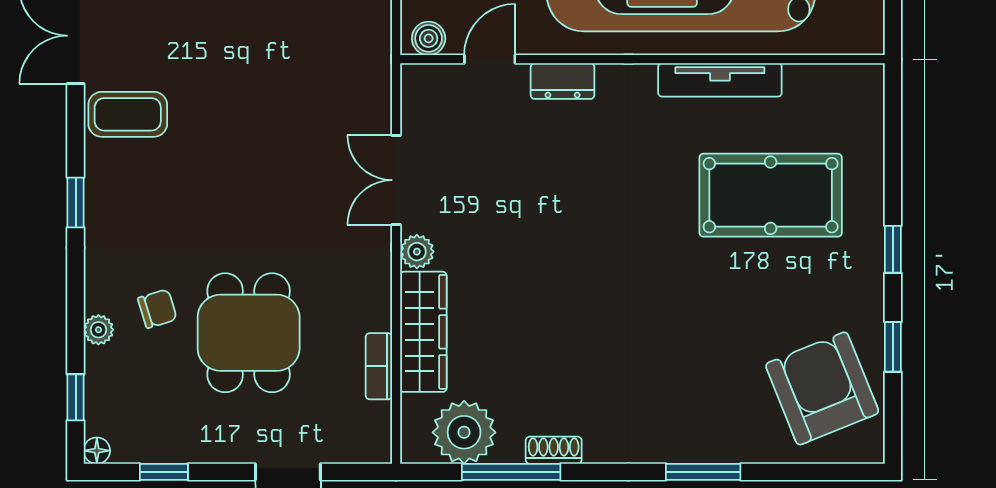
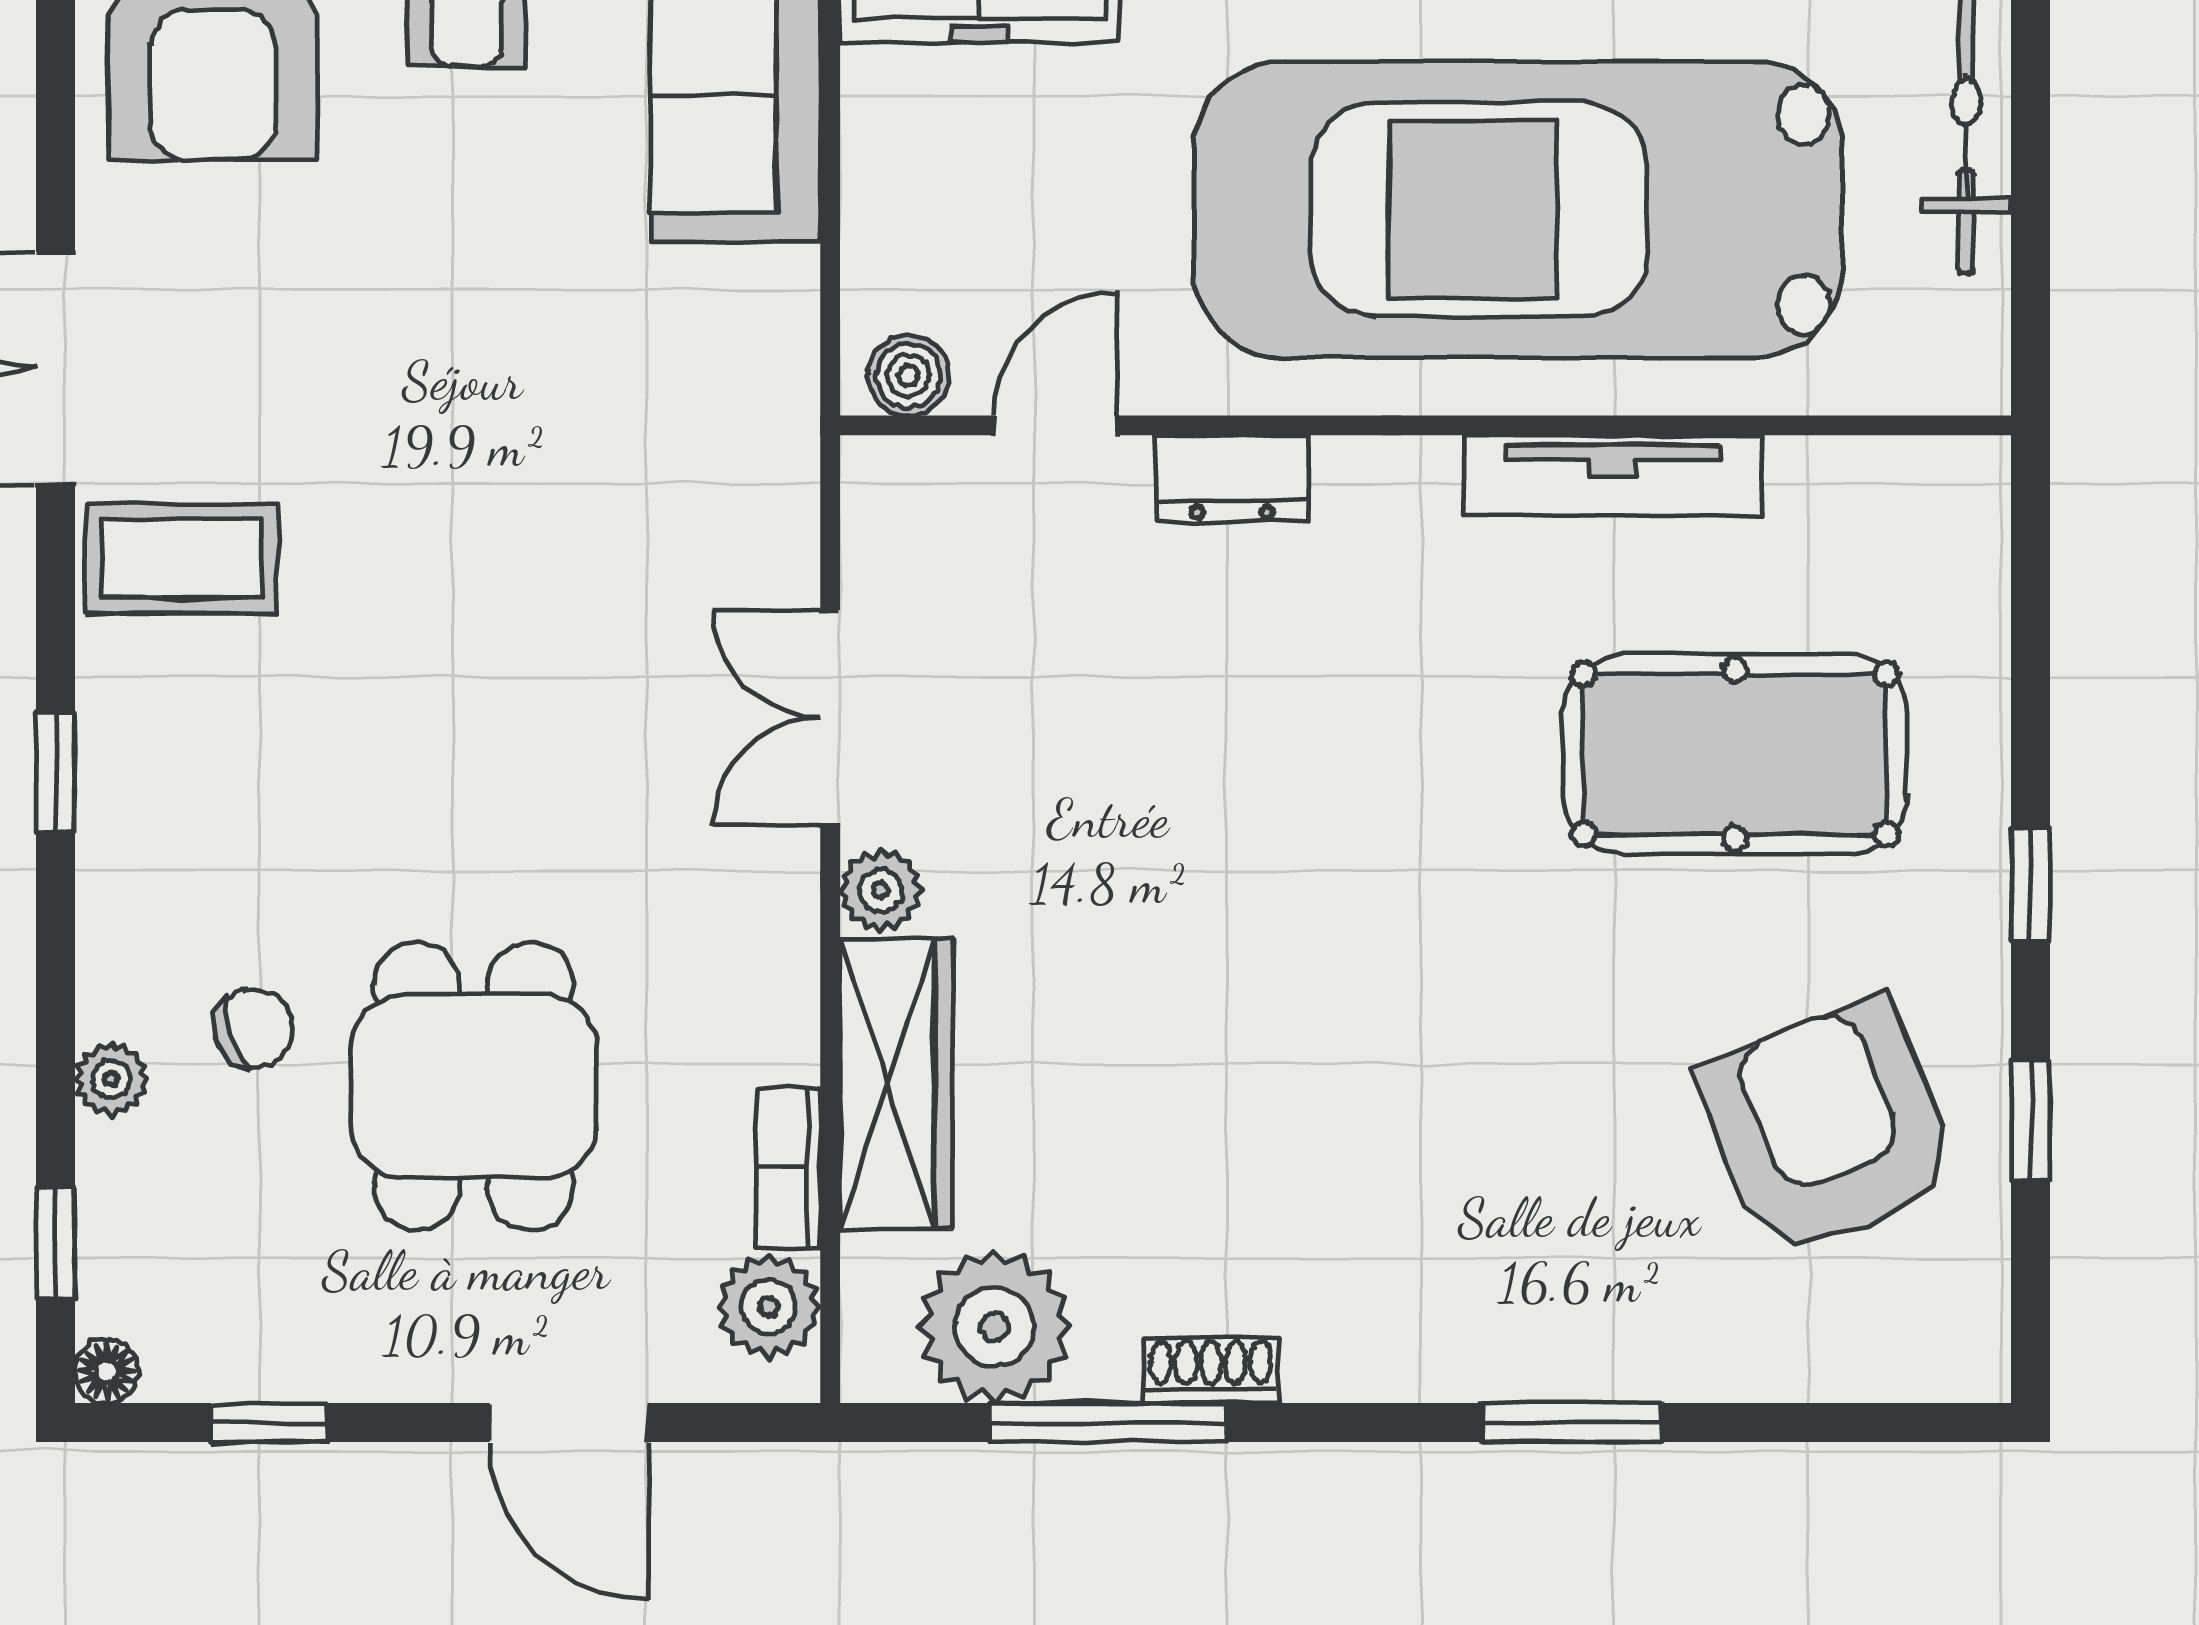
armchair: (822, 388) -> (1829, 1128), moved
plant: (371, 424) -> (769, 1307), added

